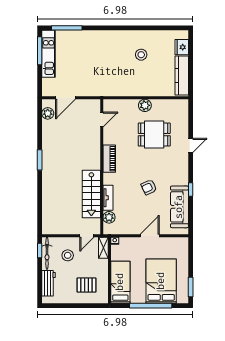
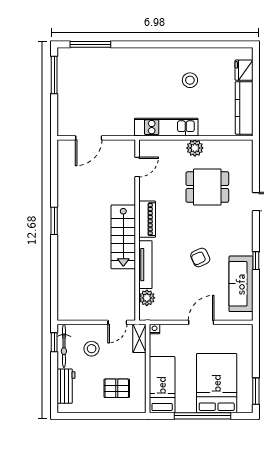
kitchen unit: (49, 54) -> (166, 127), moved, turned -90
plant: (48, 113) -> (65, 159), removed
stairs: (91, 194) -> (123, 237), moved
tv unit: (108, 198) -> (145, 265), width x1.41

